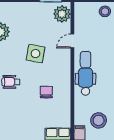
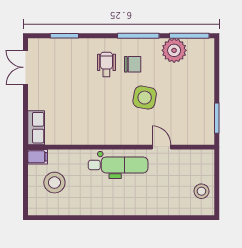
plant: (62, 14) -> (198, 133), removed
chair: (46, 92) -> (133, 64), moved

